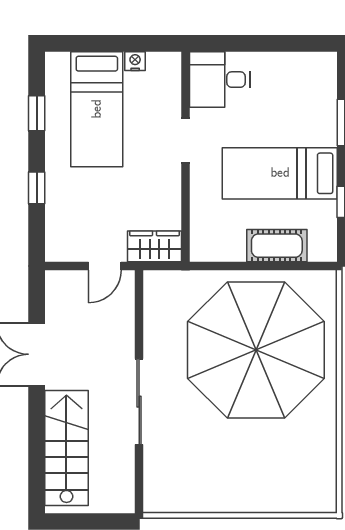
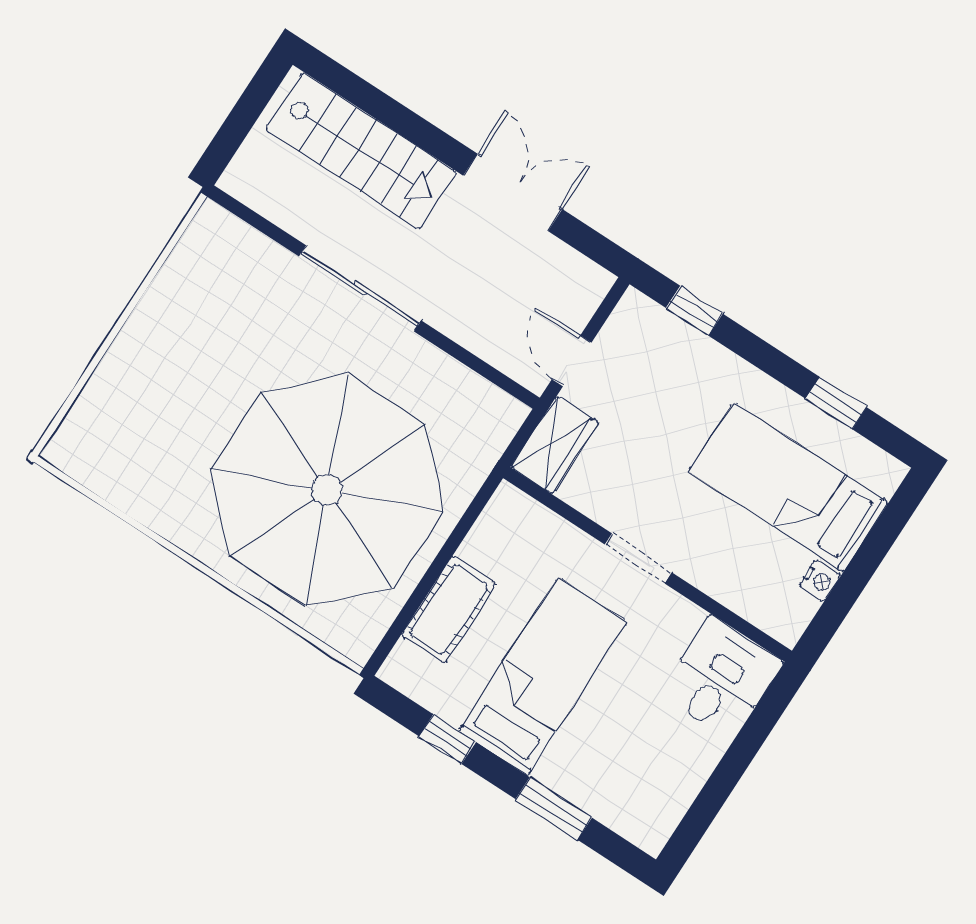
doorway: (185, 141) -> (638, 559), moved
window: (37, 188) -> (694, 311), moved

